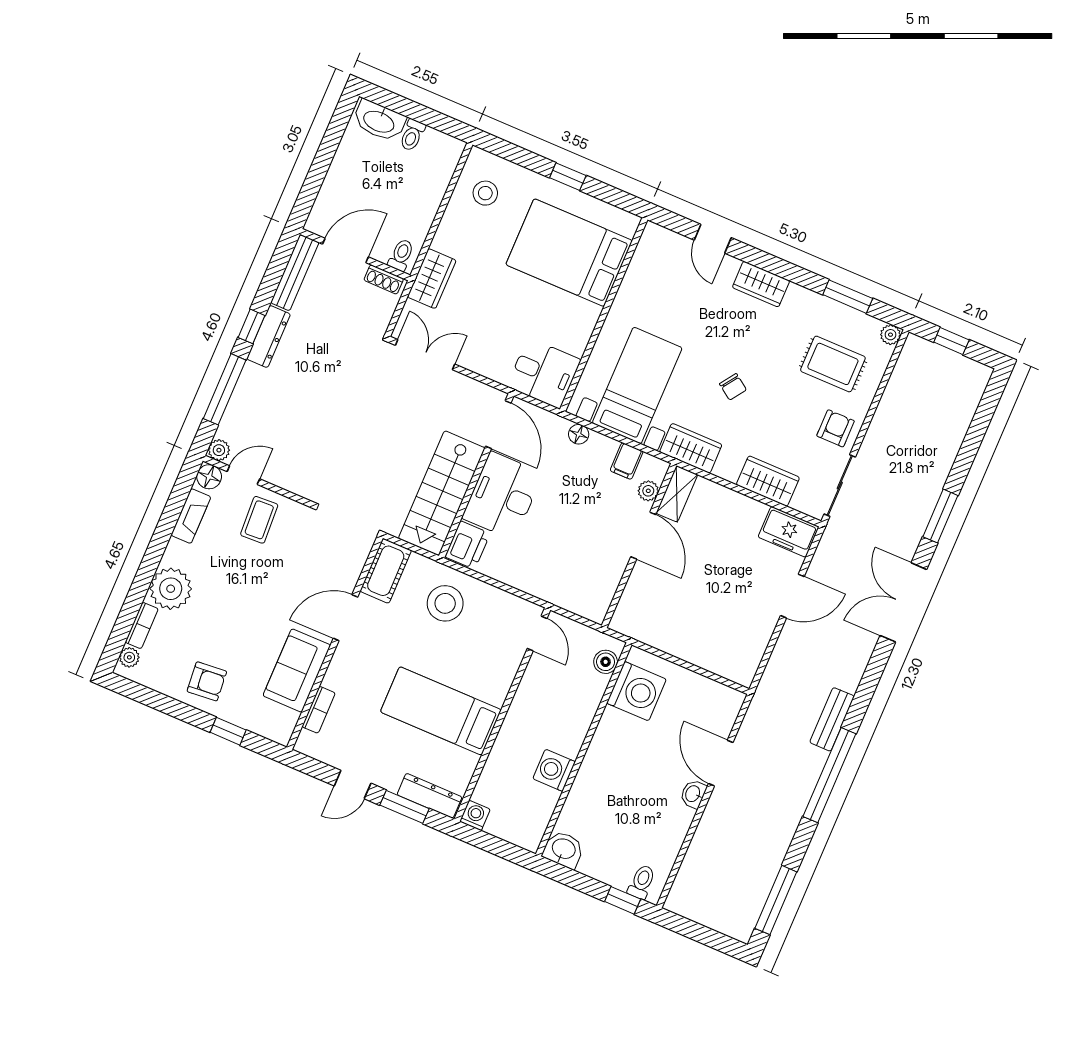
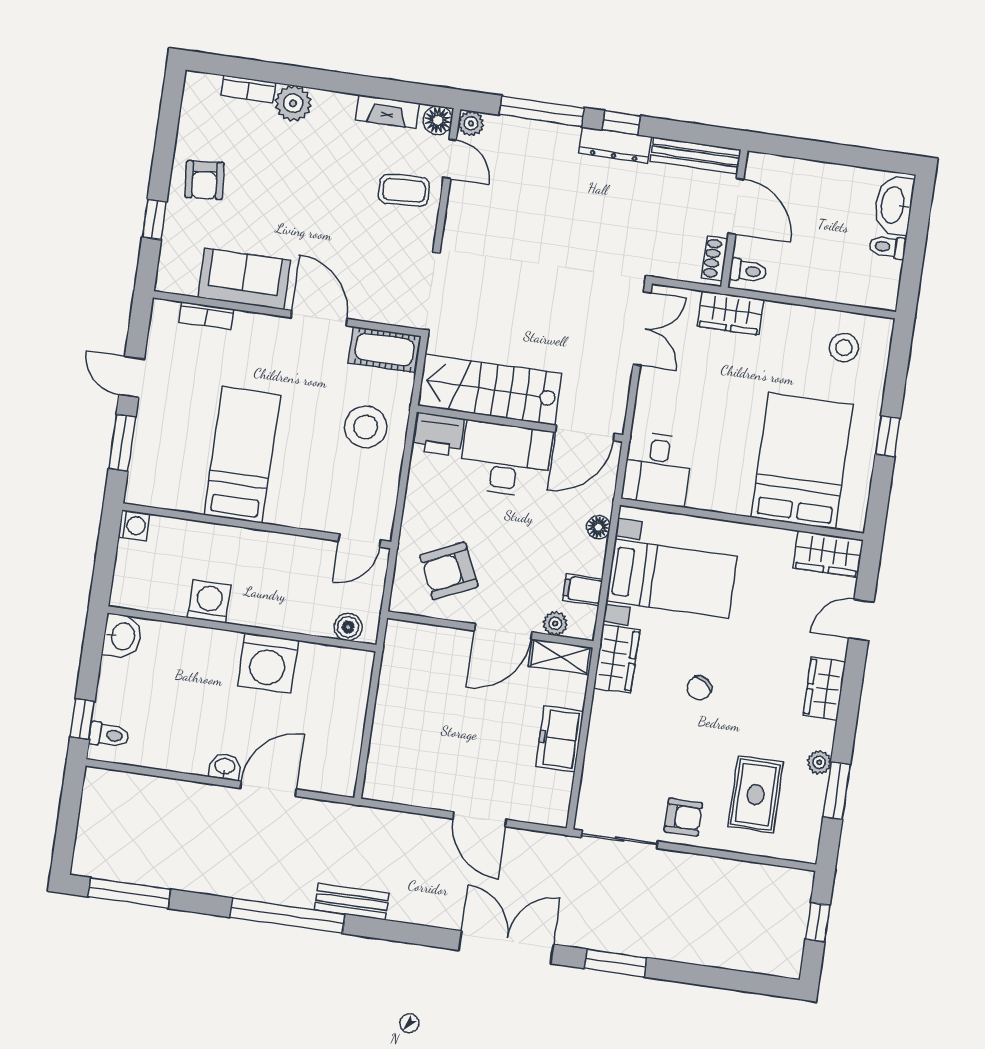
plant: (890, 335) -> (819, 762), moved
wardrobe: (768, 481) -> (828, 554), moved, turned 90
freezer: (789, 532) -> (560, 739), moved
armchair: (582, 567) -> (449, 571), added
plant: (171, 589) -> (293, 103), width x0.73, depth x0.73
plant: (129, 657) -> (208, 85), removed
washing machine: (636, 691) -> (268, 663), moved
dresser: (429, 796) -> (142, 468), removed

